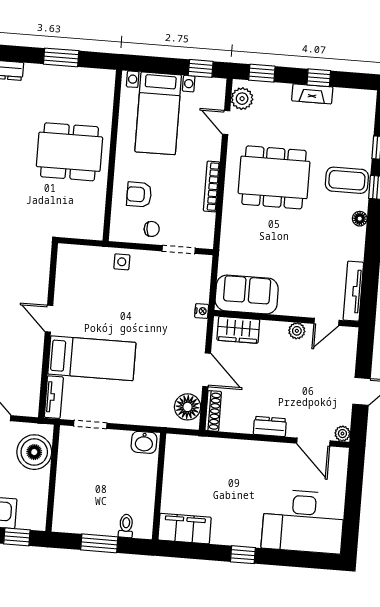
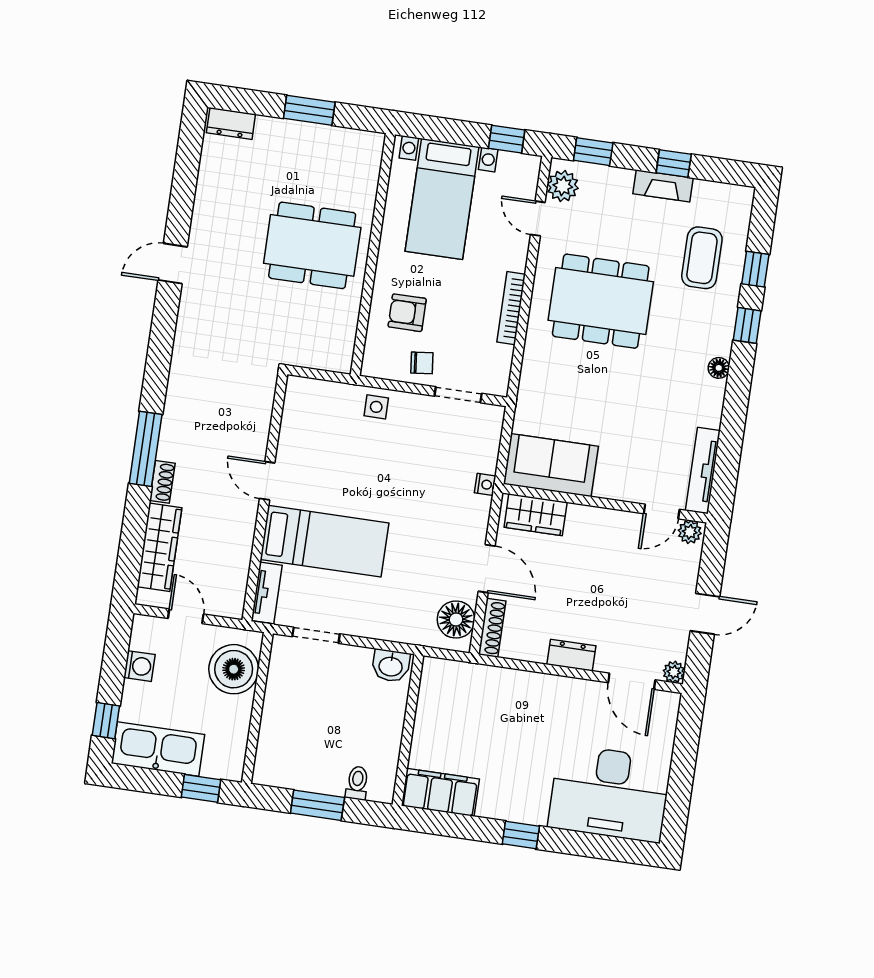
coffee table: (347, 180) -> (702, 258), moved, turned 90
plant: (297, 331) -> (690, 532), moved

